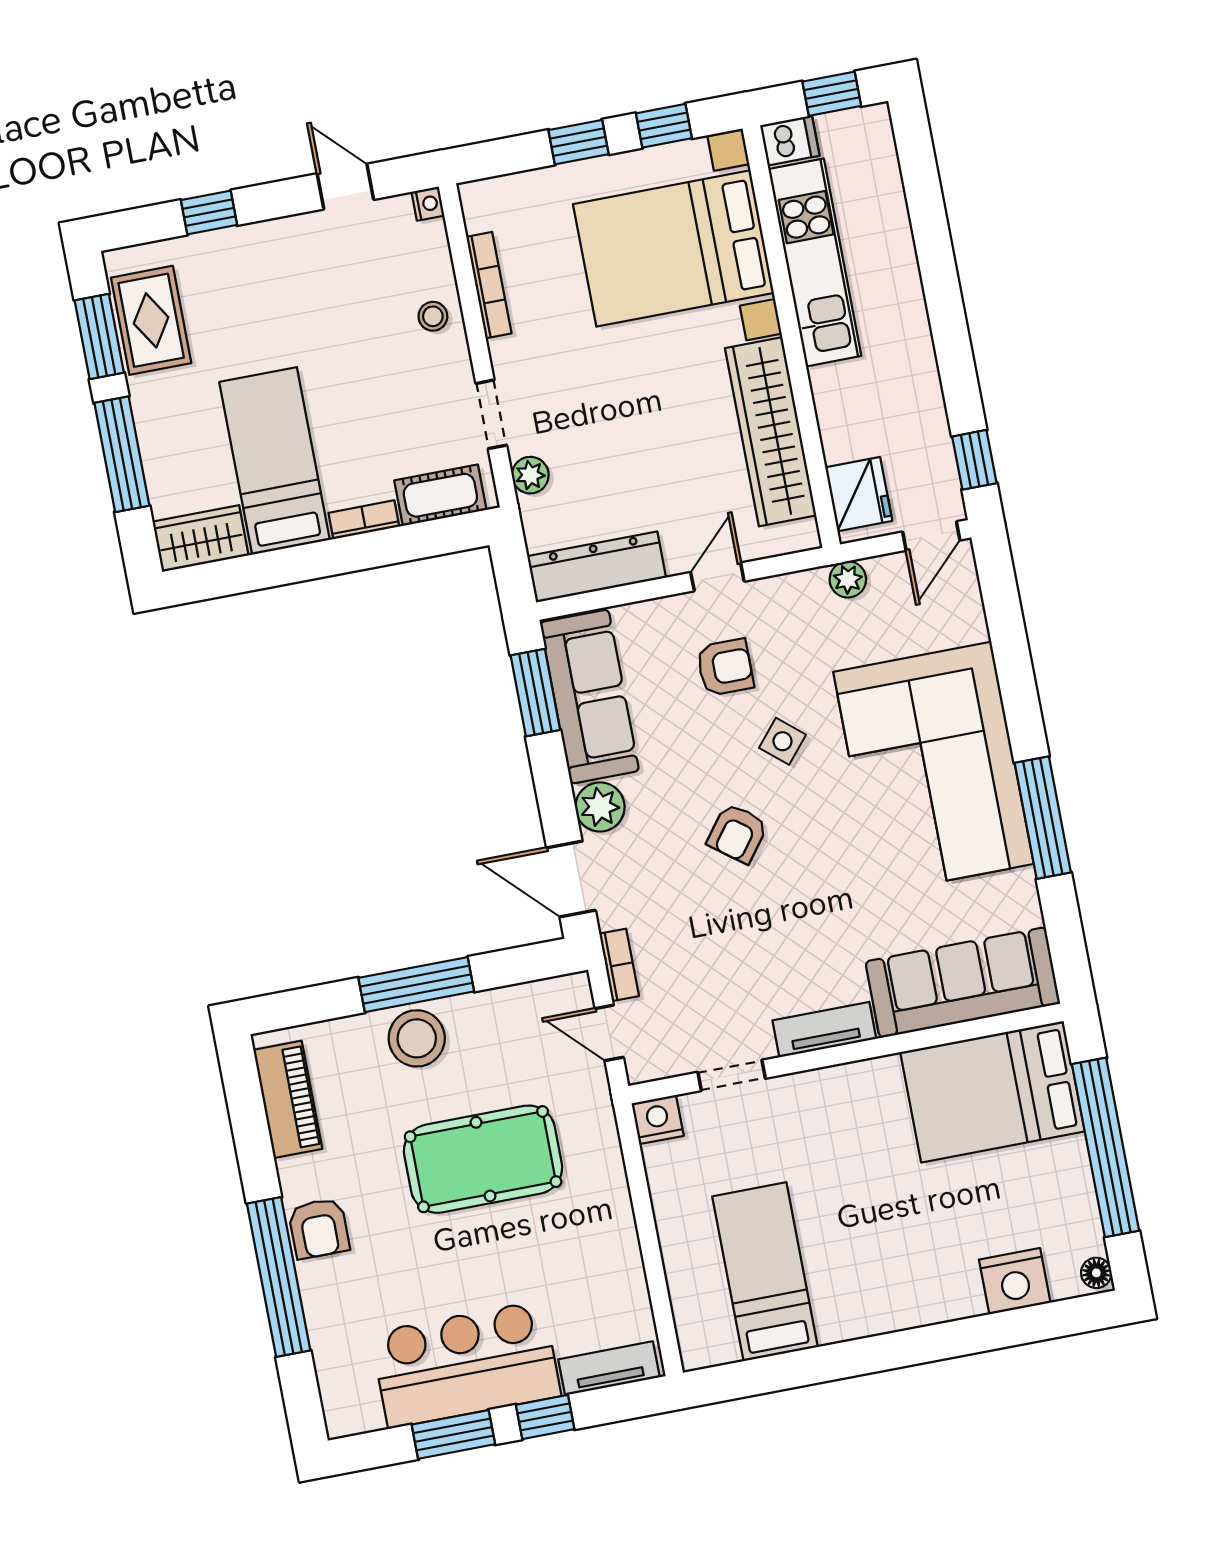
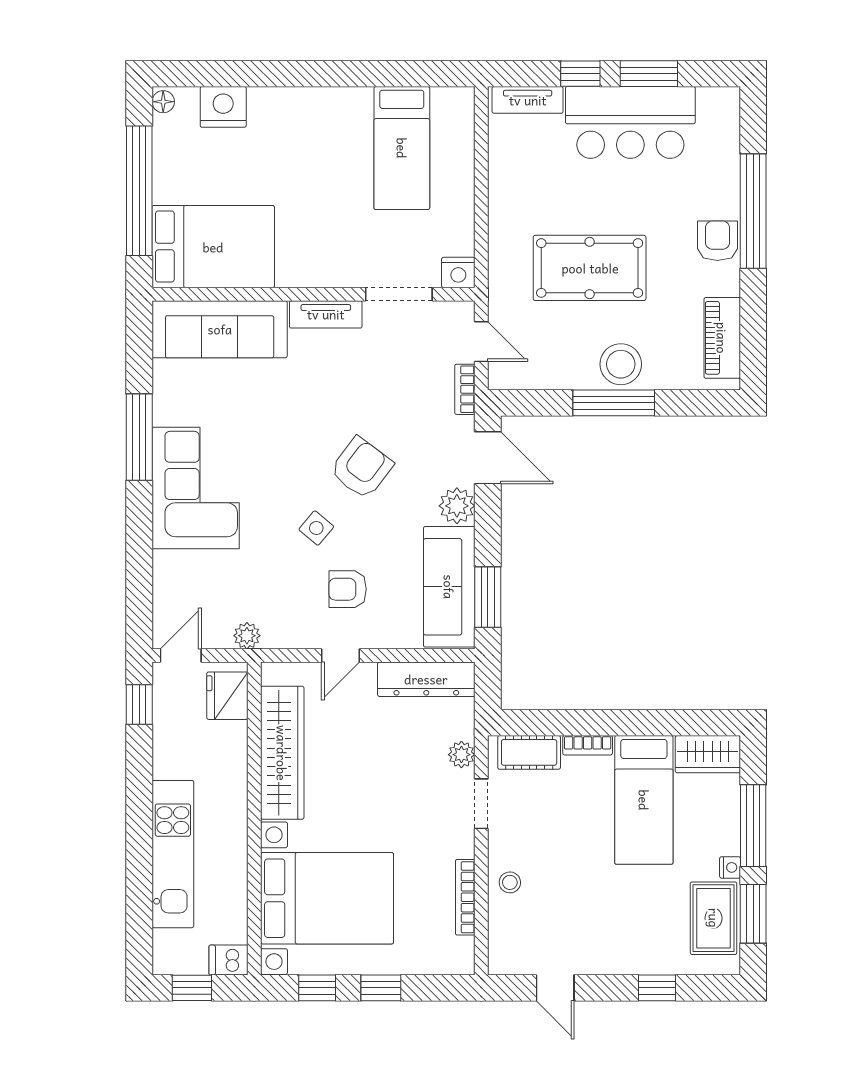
nightstand: (428, 204) -> (730, 867), moved, turned 180
kitchen unit: (815, 263) -> (173, 854), moved, turned 180
corner sofa: (933, 768) -> (196, 488), width x0.73, depth x0.74
armchair: (737, 833) -> (361, 468), width x1.38, depth x1.38
doorway: (732, 1075) -> (399, 294), width x1.38

